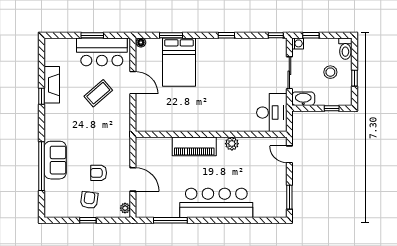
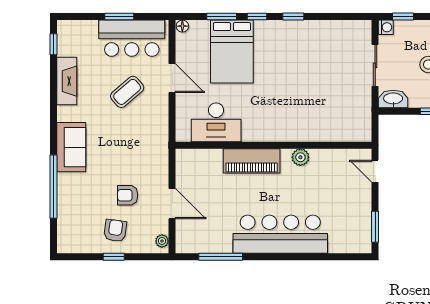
window: (276, 35) -> (257, 17), moved
window: (42, 96) -> (54, 44), moved
desk: (272, 113) -> (216, 122), moved, turned 90
sofa: (55, 160) -> (71, 147), moved

